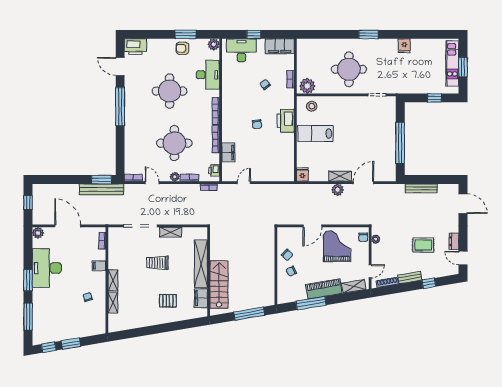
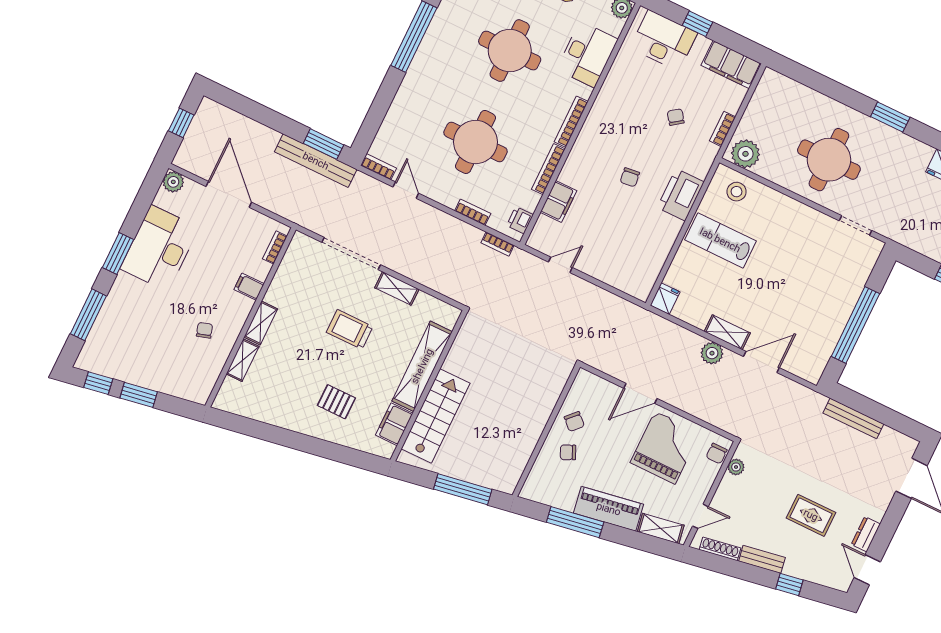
plant: (175, 177) -> (449, 199), removed

